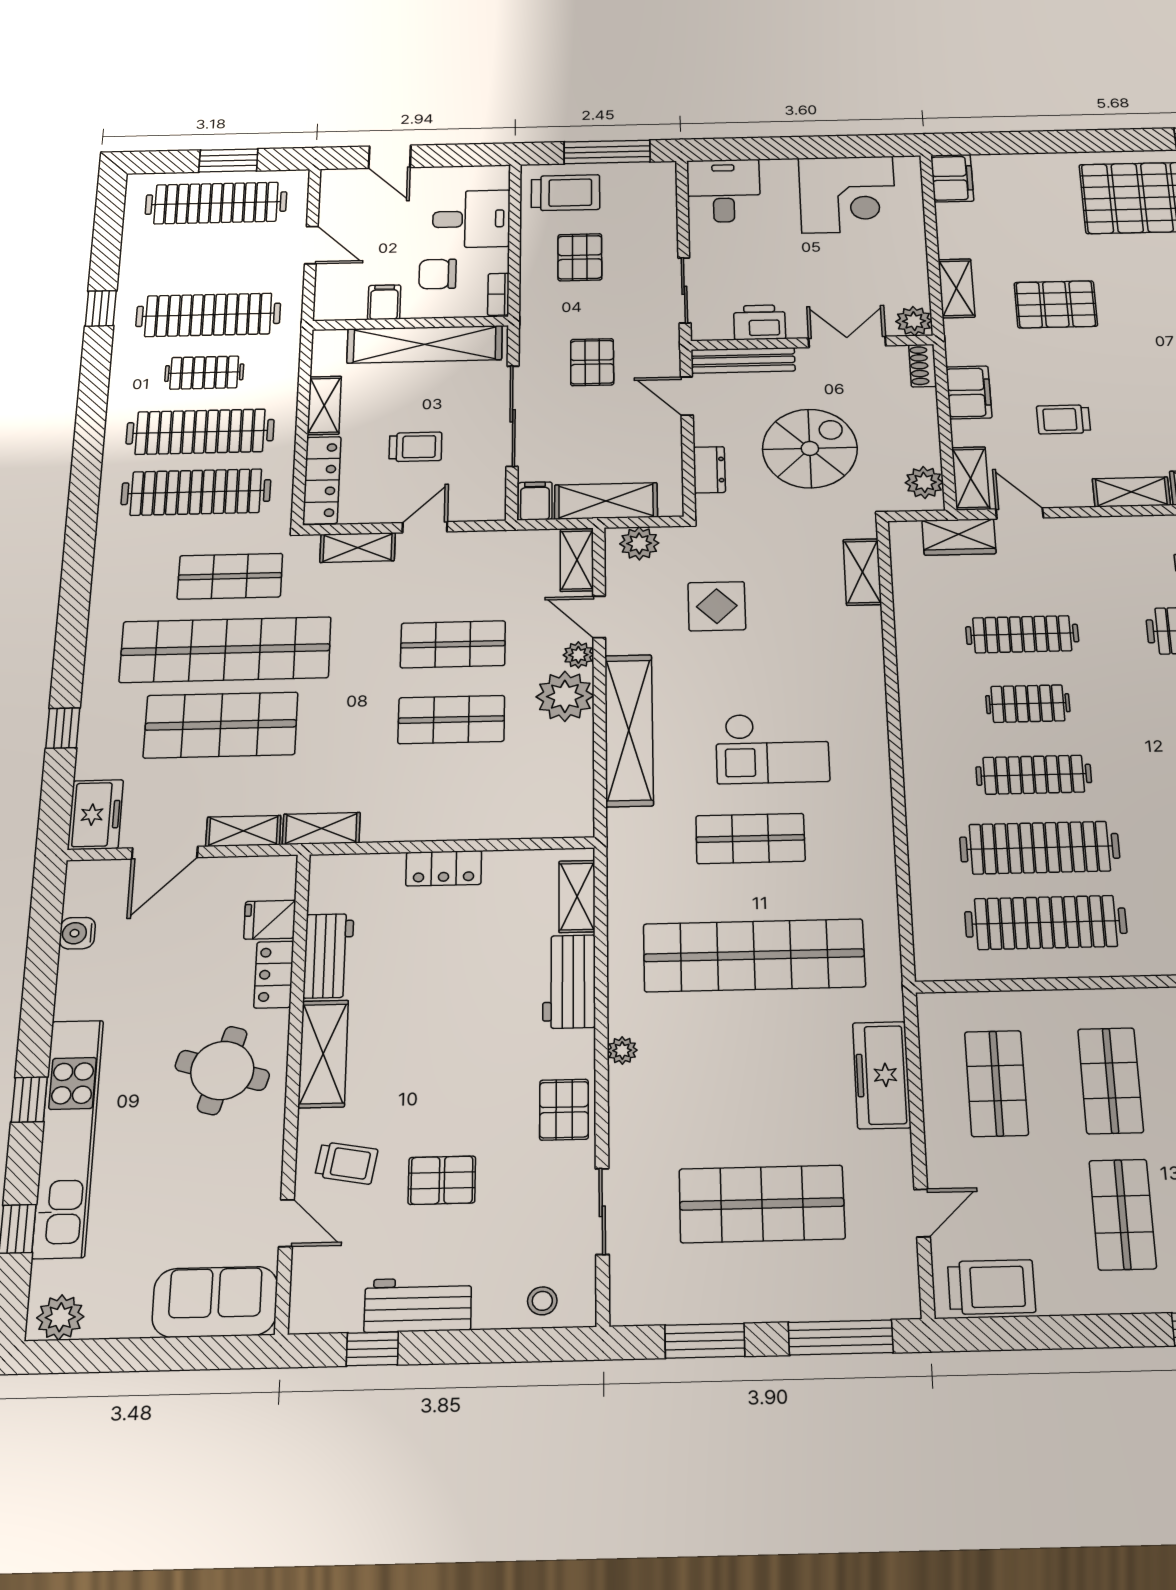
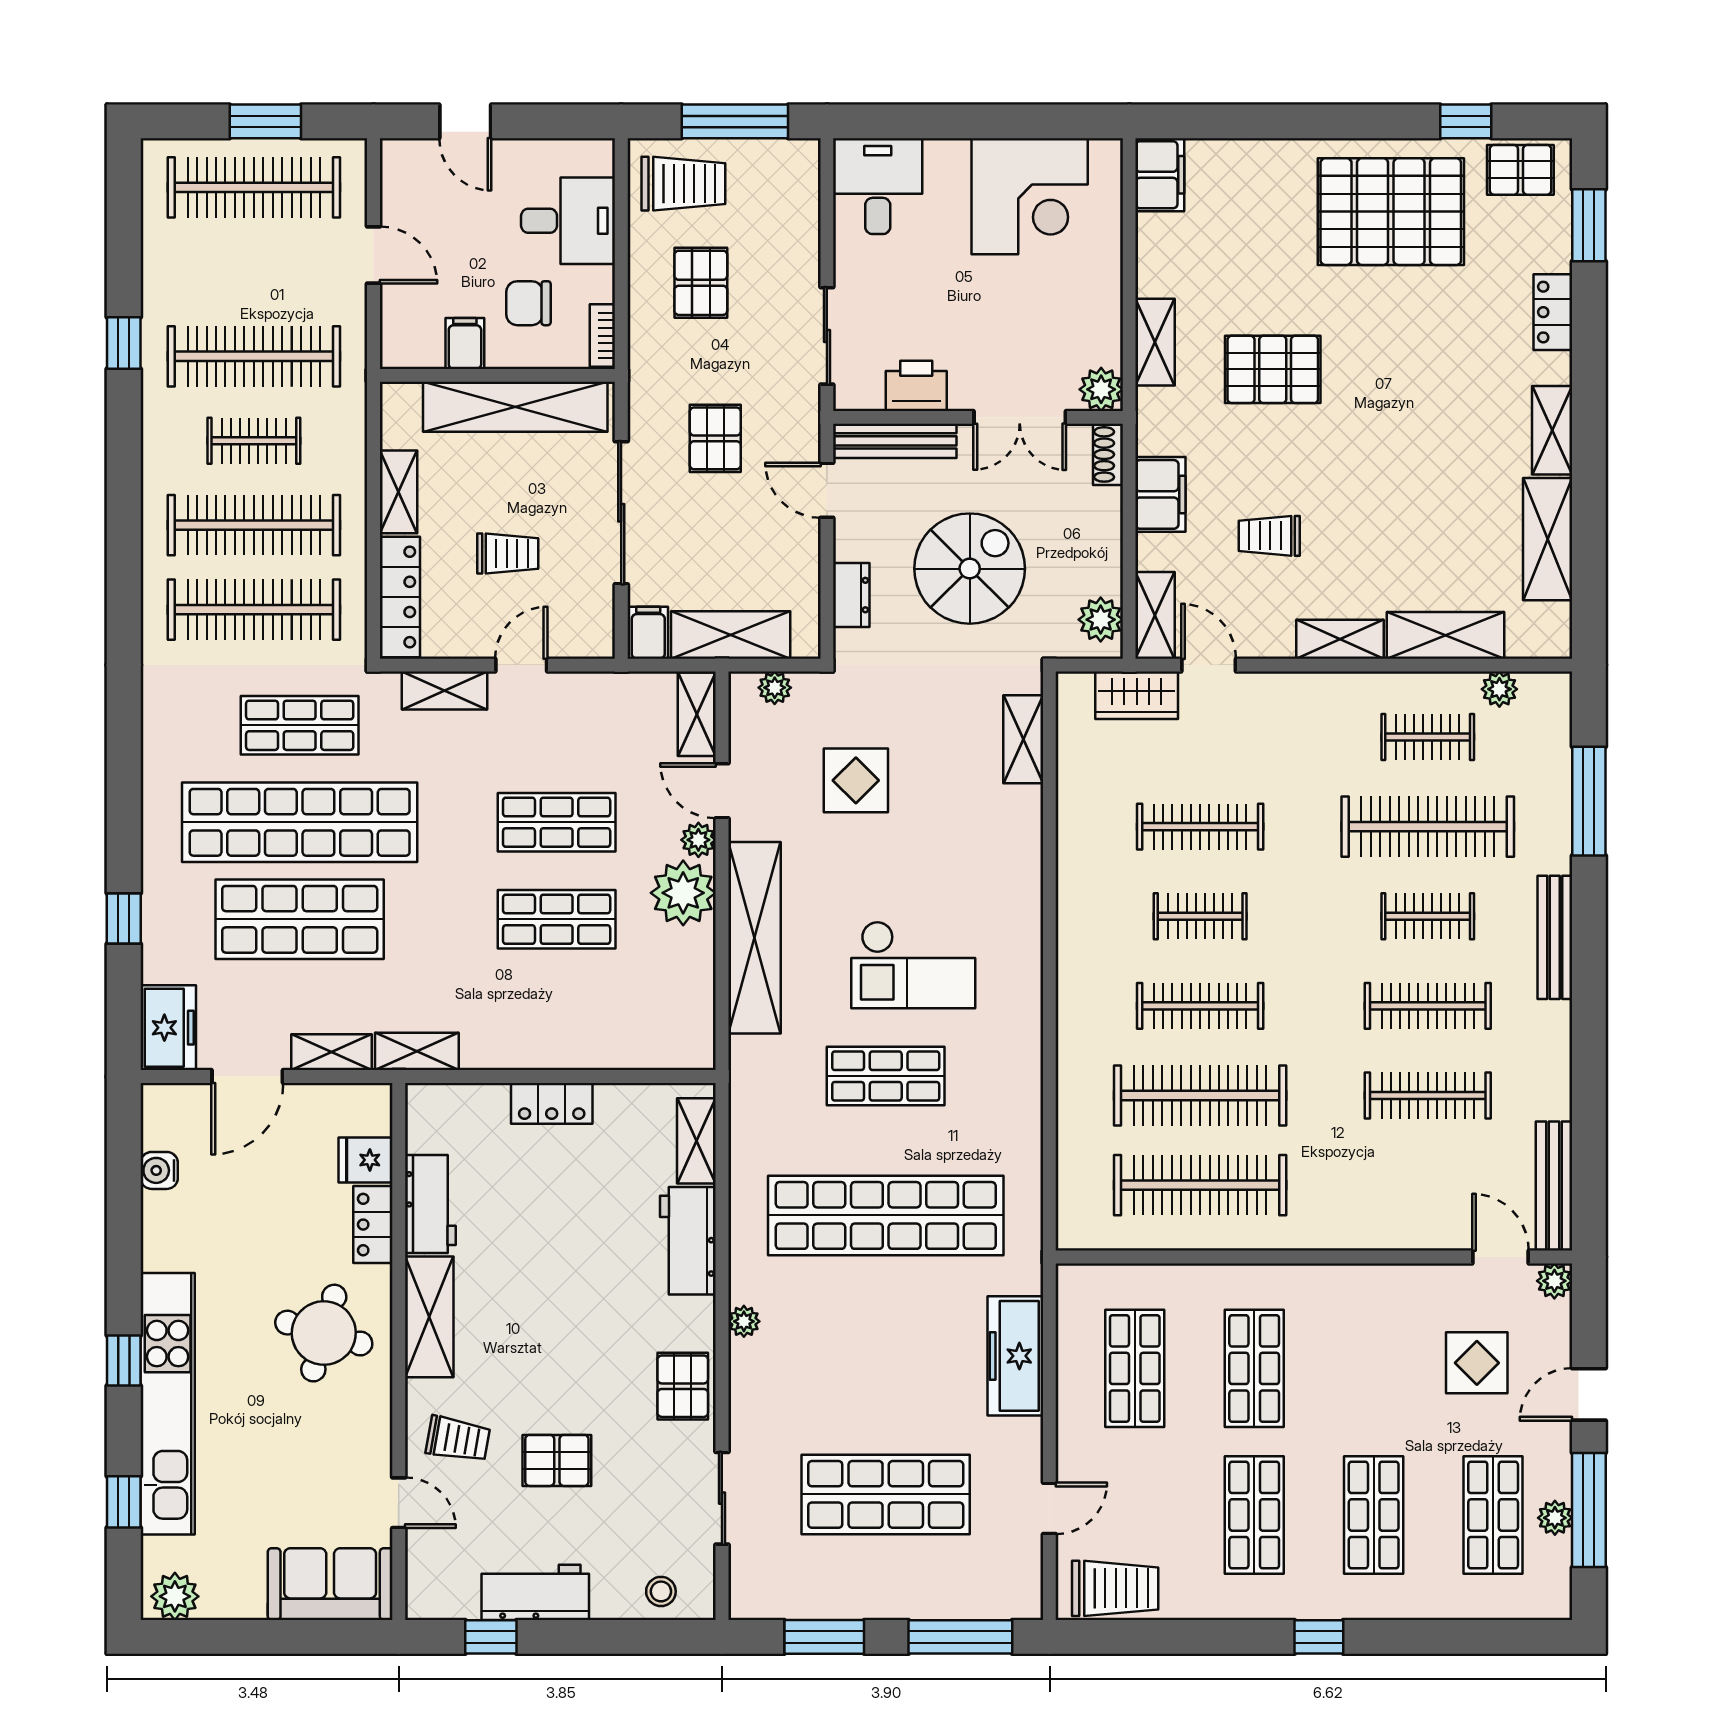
double door: (847, 342) -> (1020, 417), swing flipped
plant: (639, 543) -> (775, 688), width x0.73, depth x0.73

